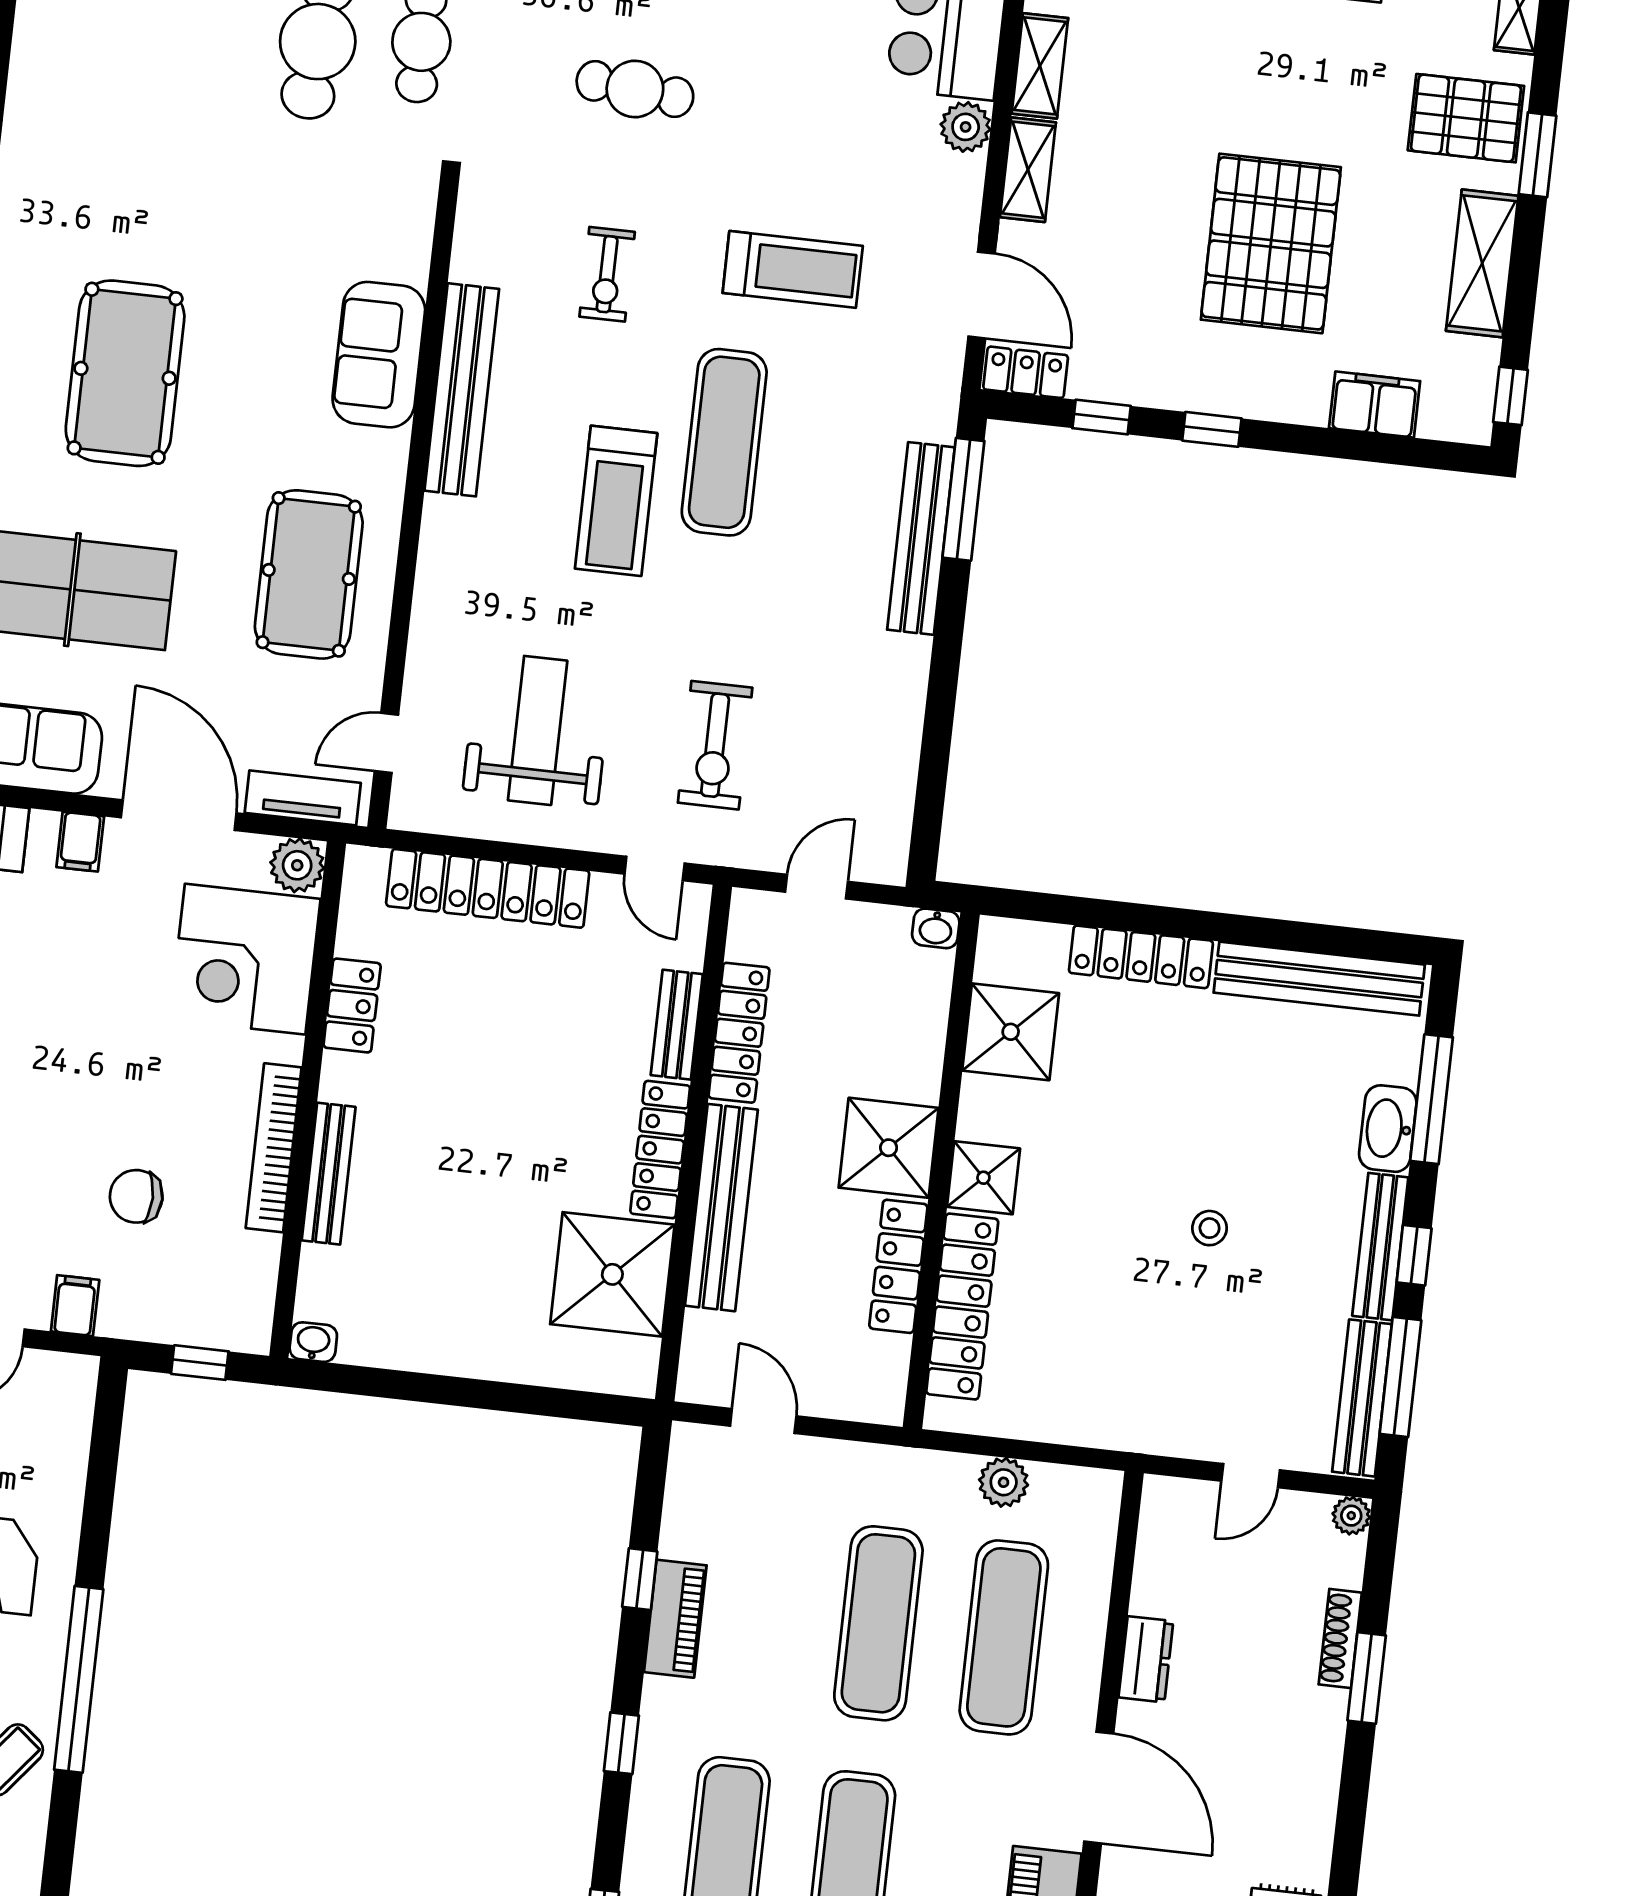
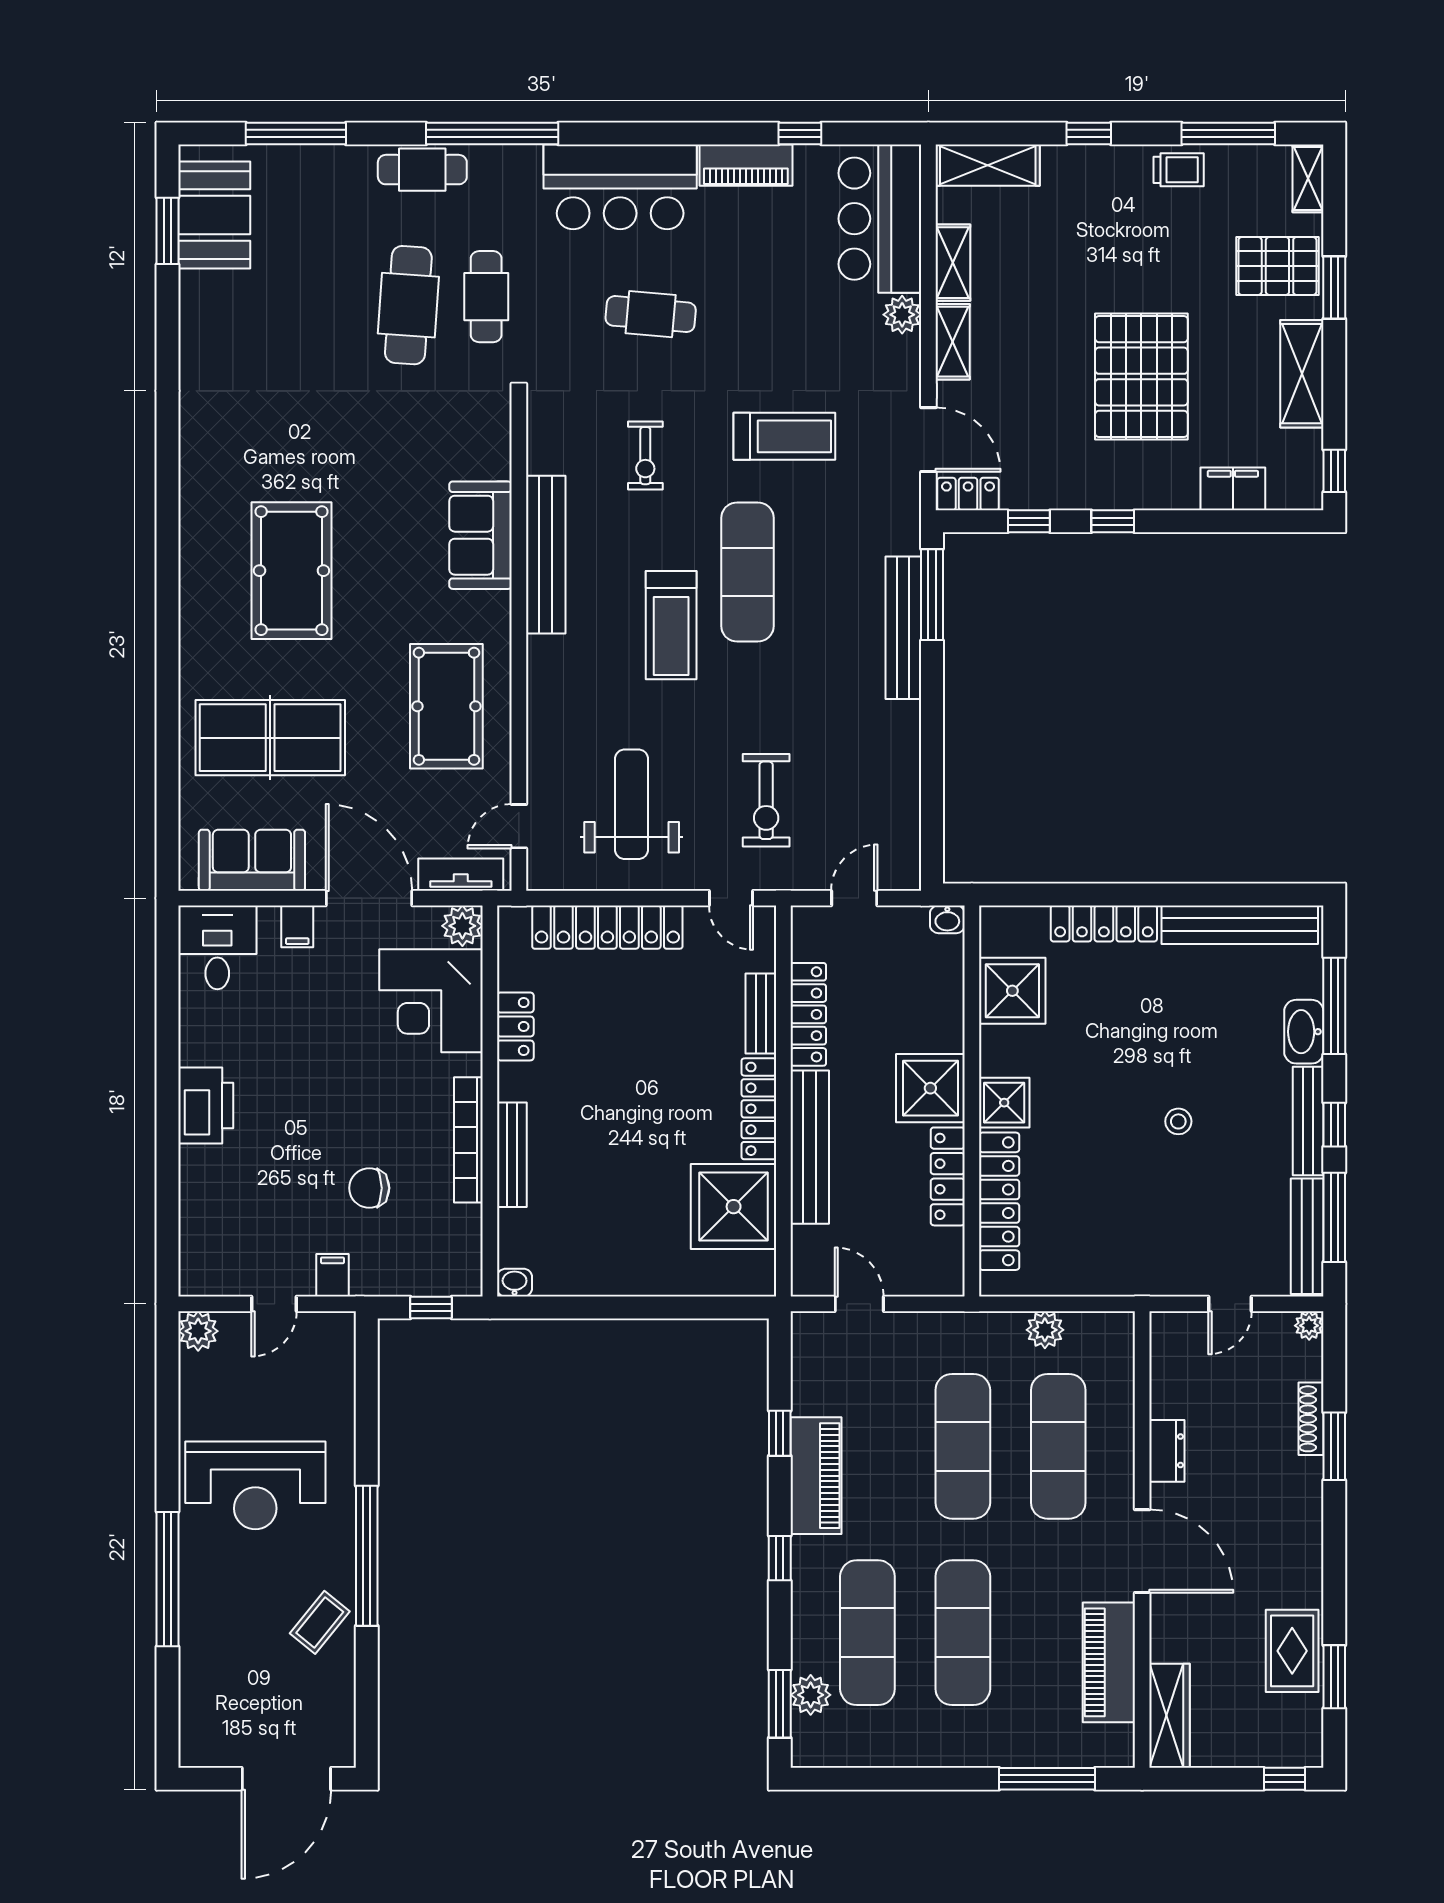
piano: (675, 1619) -> (816, 1476), width x1.37, depth x1.33

